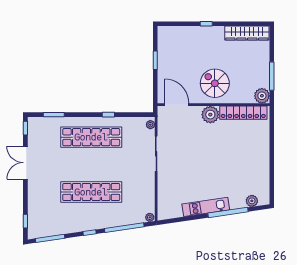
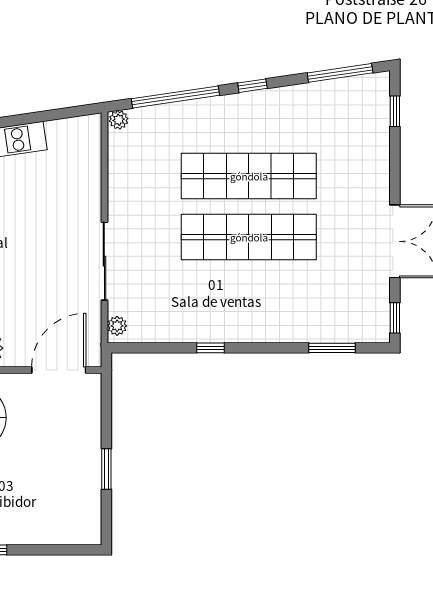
door: (177, 105) -> (59, 370), swing flipped
shop shelf: (91, 137) -> (249, 237), moved

